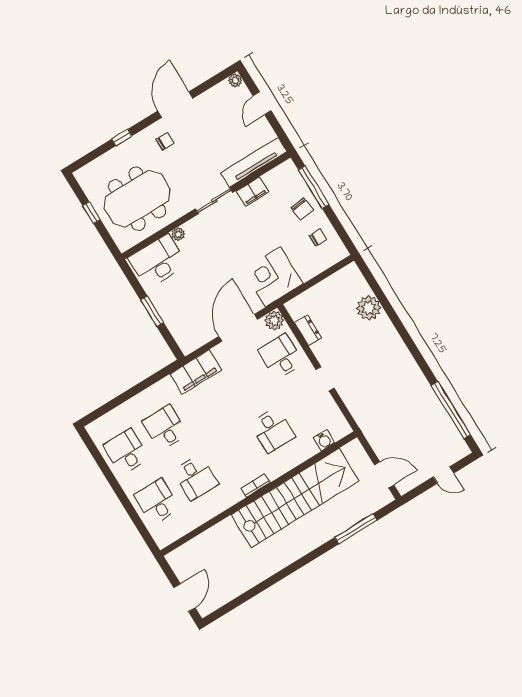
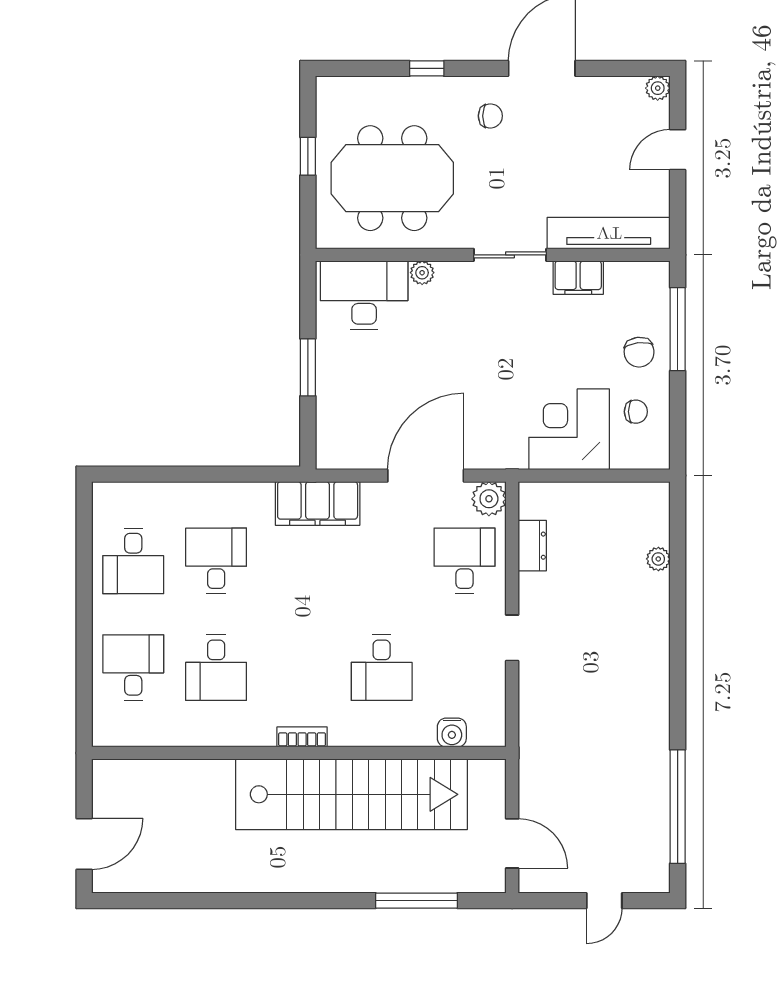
corner desk: (273, 277) -> (569, 429), moved
plant: (369, 308) -> (658, 559), width x0.53, depth x0.53
desk: (126, 452) -> (133, 561), turned 180
door: (443, 475) -> (604, 901), hinge flipped

